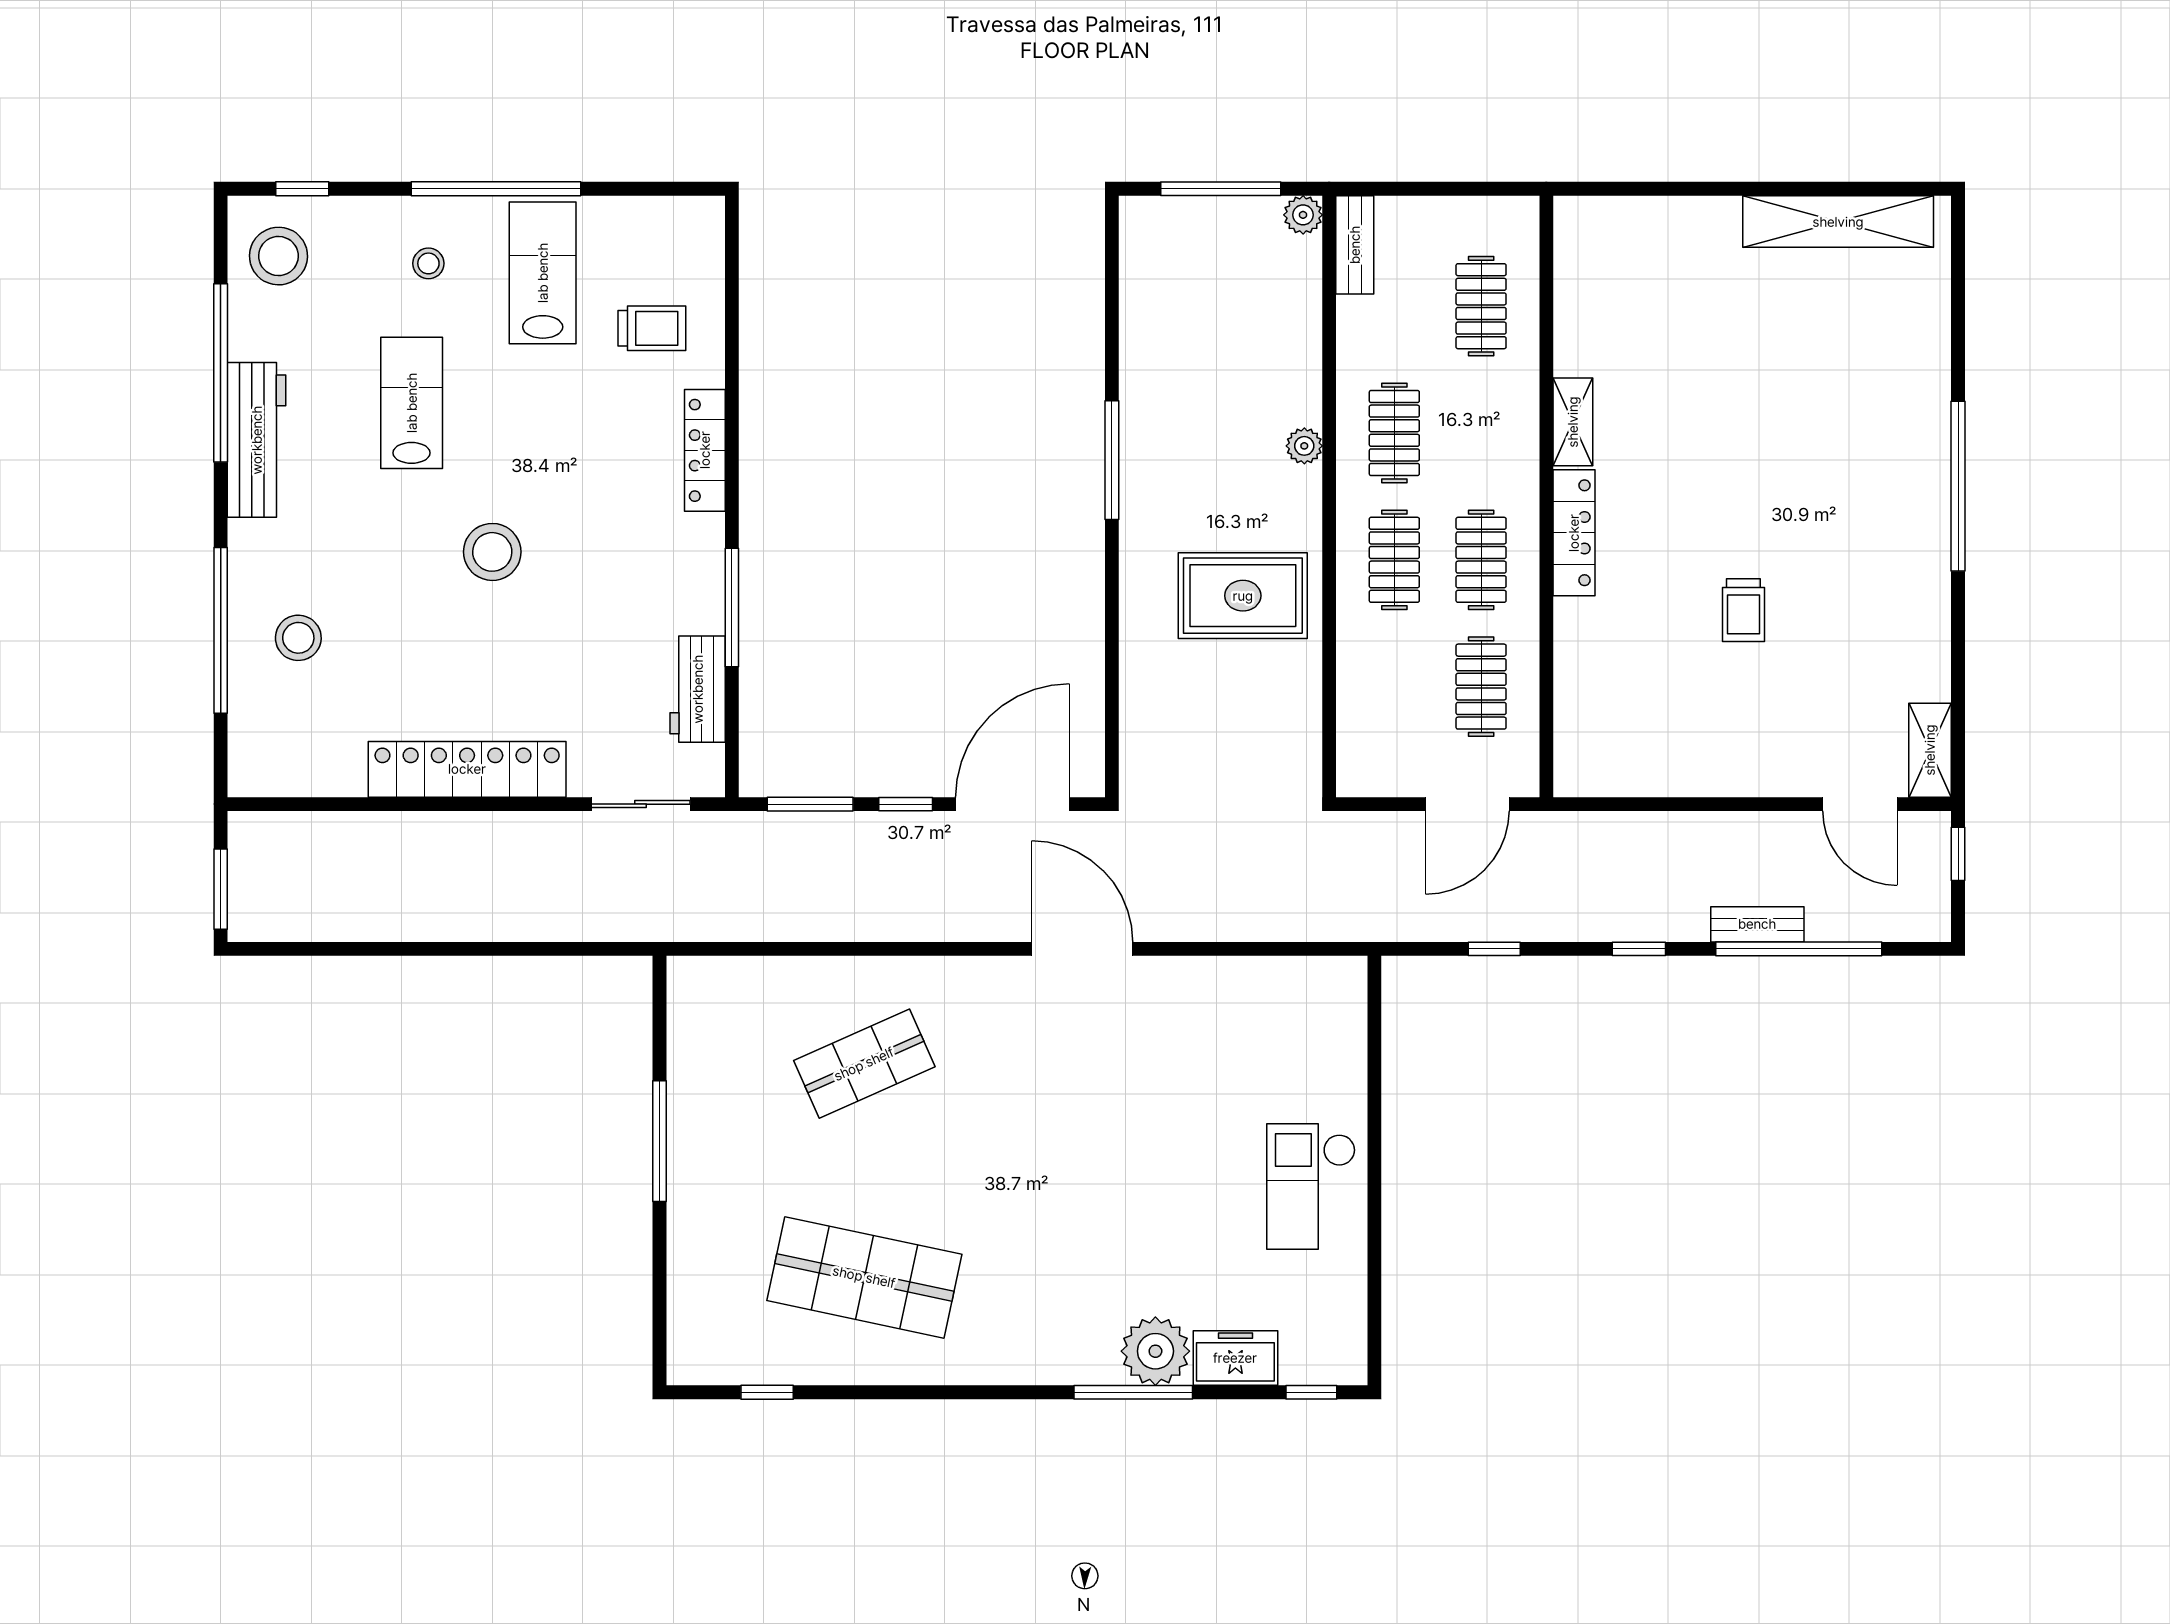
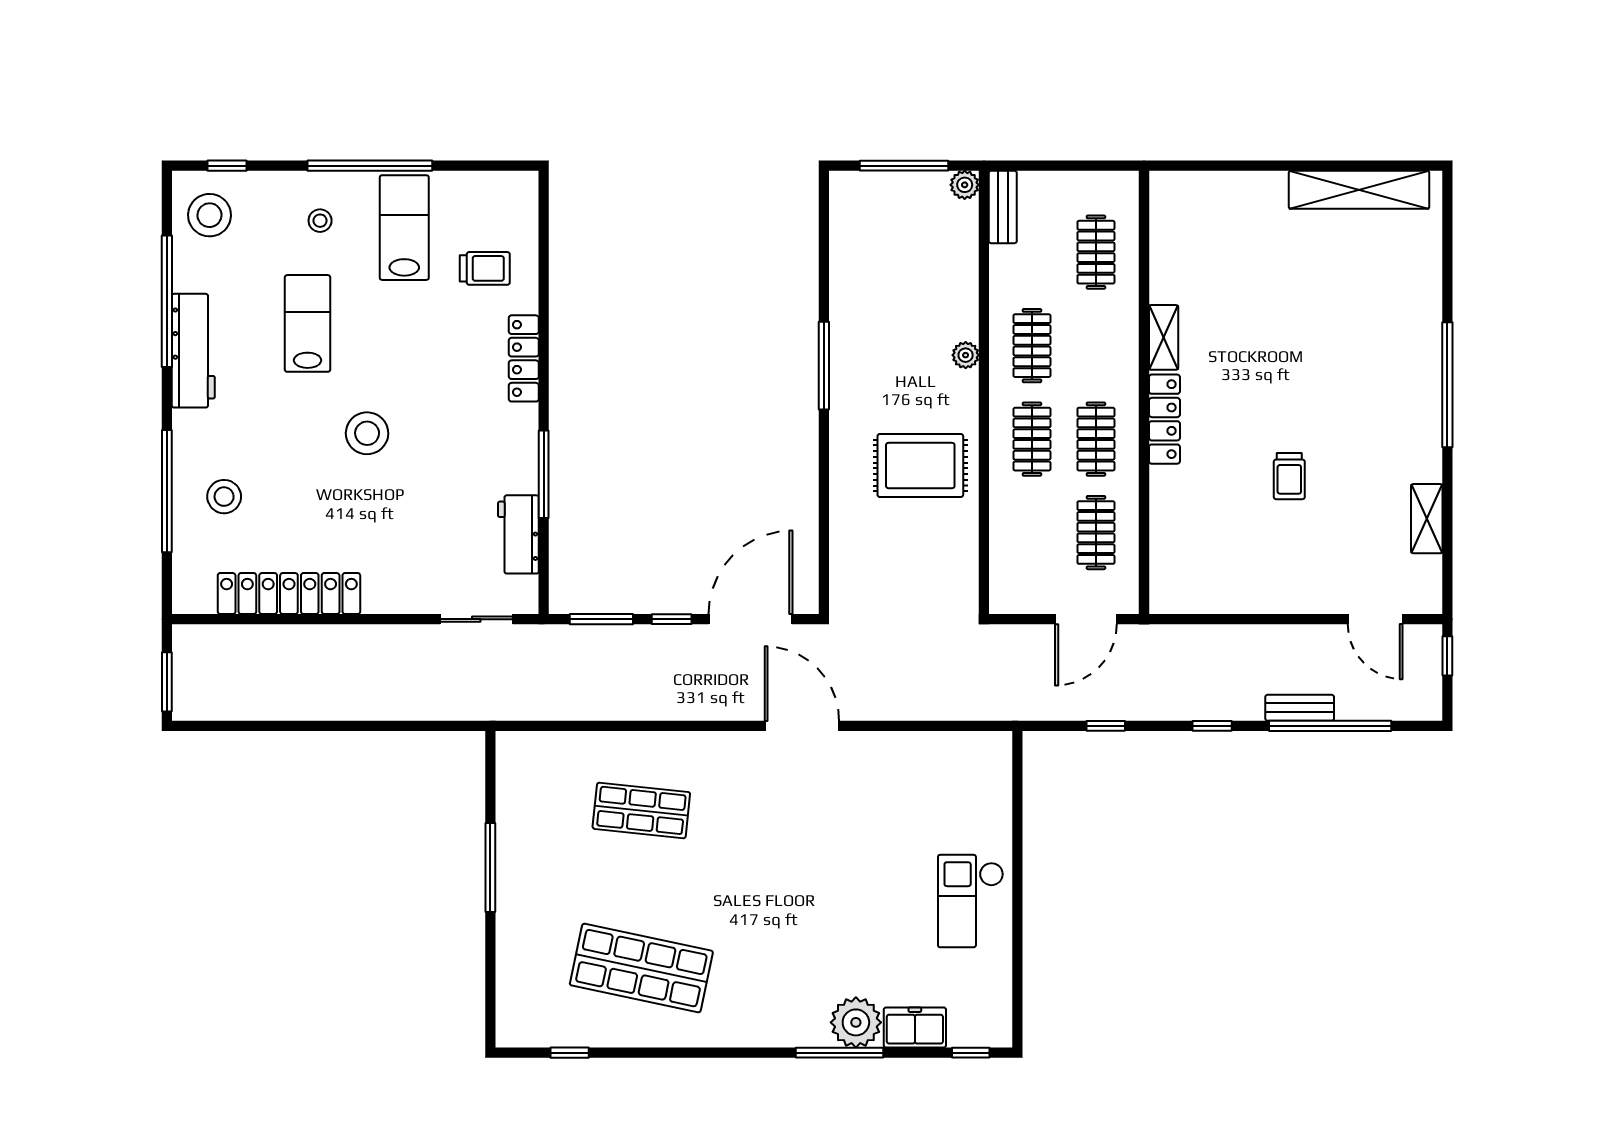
shelving: (1930, 750) -> (1427, 519), moved
locker: (467, 769) -> (289, 594), moved
shop shelf: (864, 1064) -> (641, 810), turned 30

